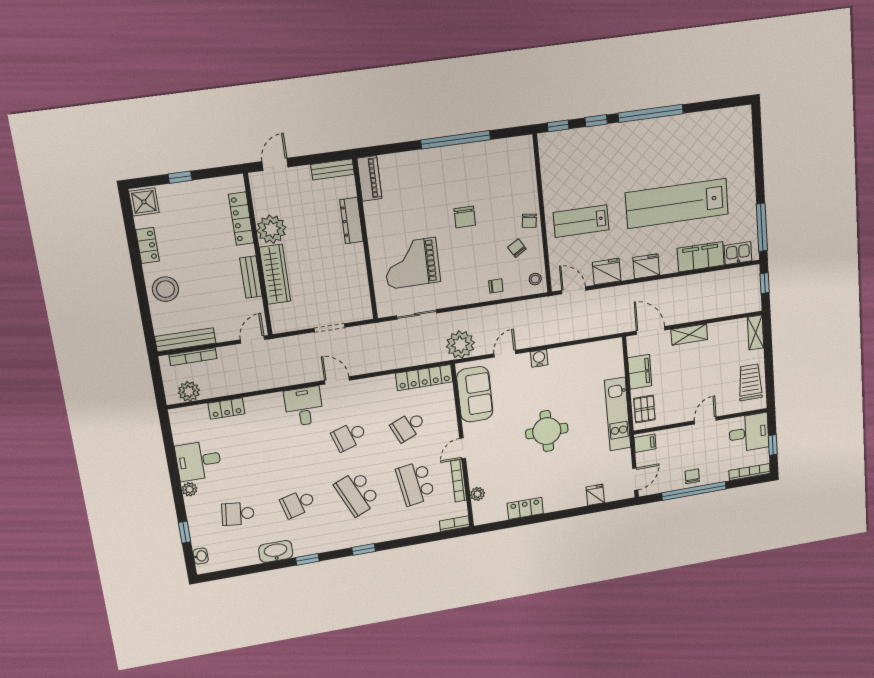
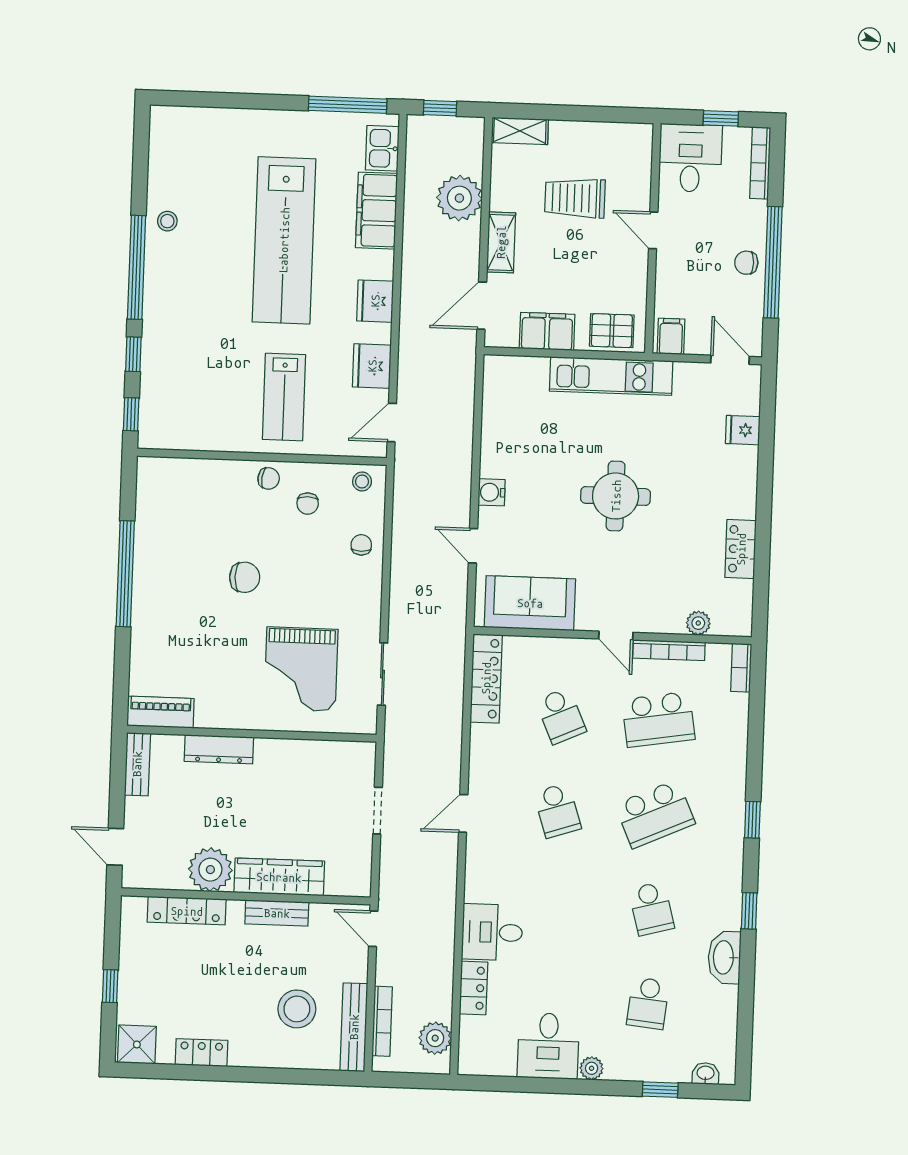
stool: (681, 128) -> (167, 221), added
chair: (517, 248) -> (308, 504), turned -59
stool: (165, 289) -> (297, 1009), moved
plant: (460, 345) -> (459, 198), moved
trolley: (750, 382) -> (575, 198), moved
desk: (304, 406) -> (492, 932), moved

